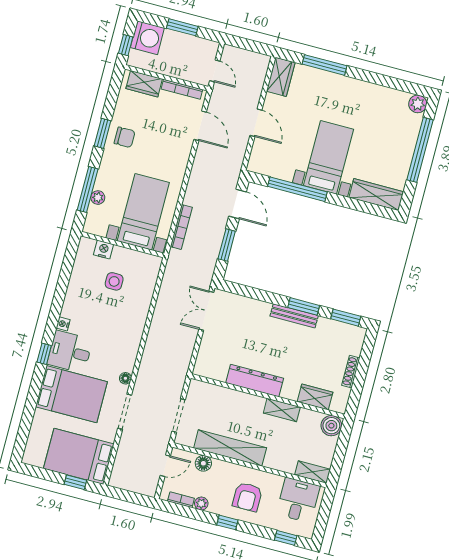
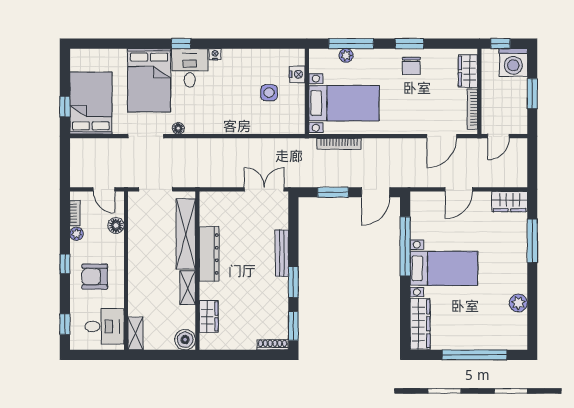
plant: (418, 104) -> (518, 303), moved
bench: (294, 316) -> (282, 253), moved
shoe rack: (351, 372) -> (273, 345), moved
shelving: (230, 448) -> (186, 234), moved

